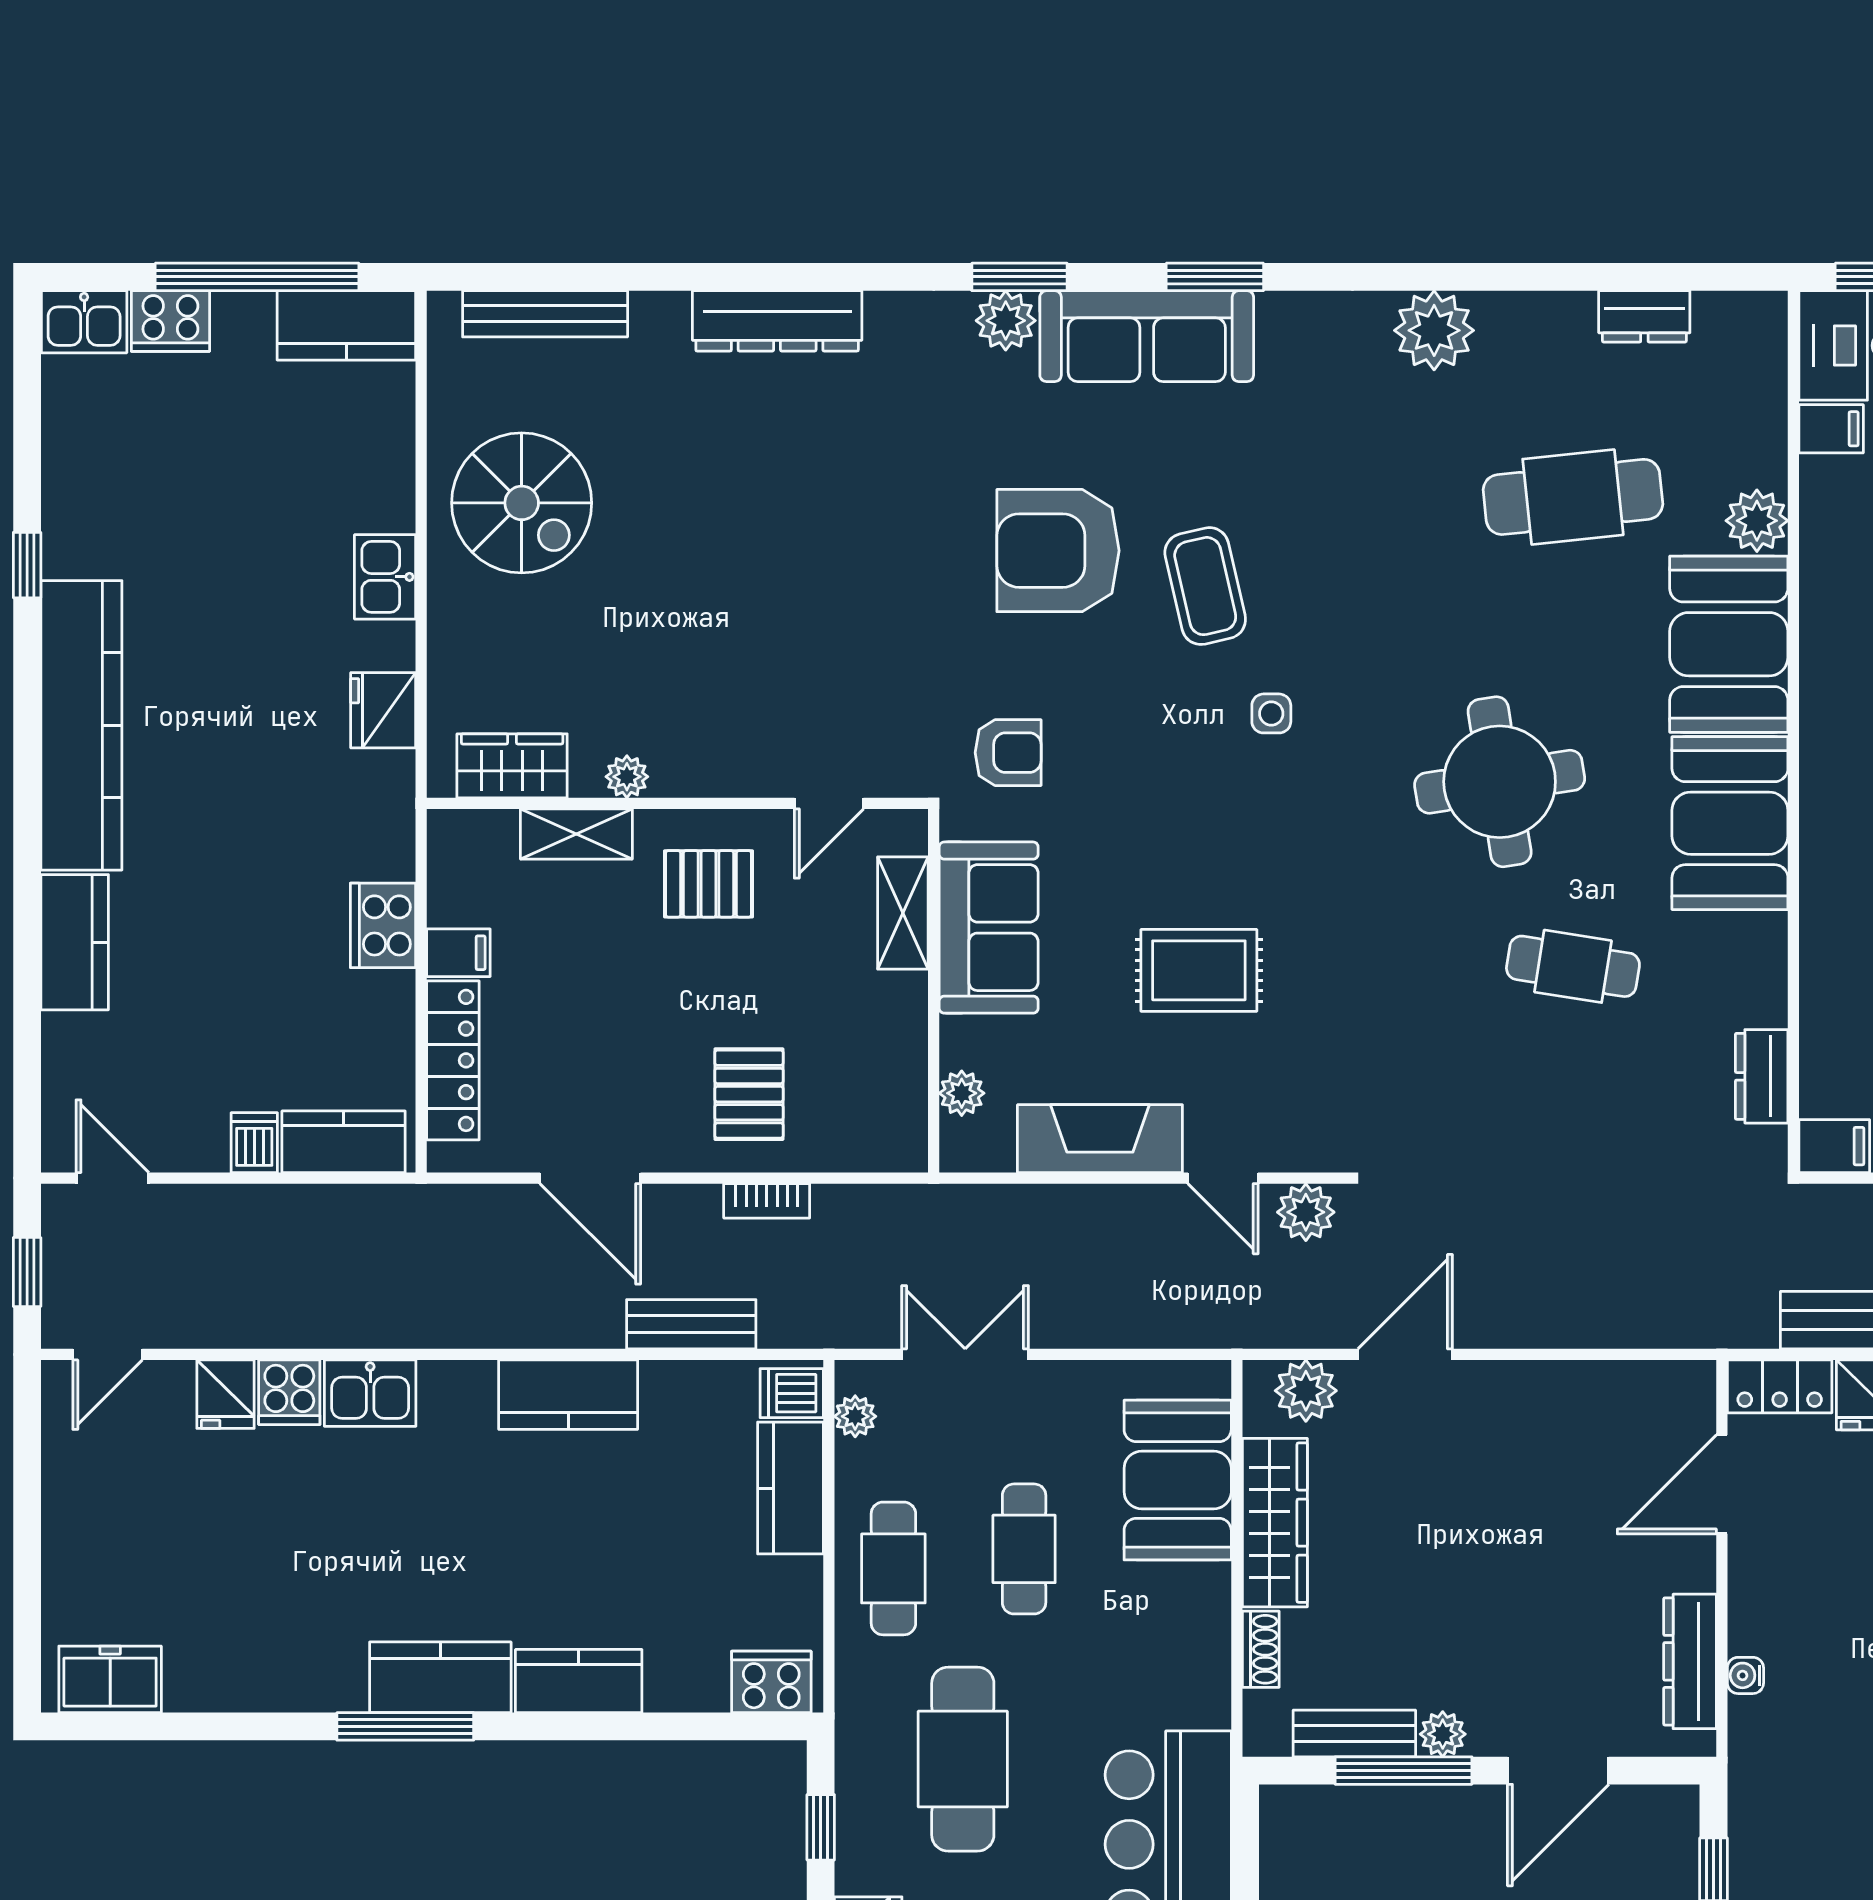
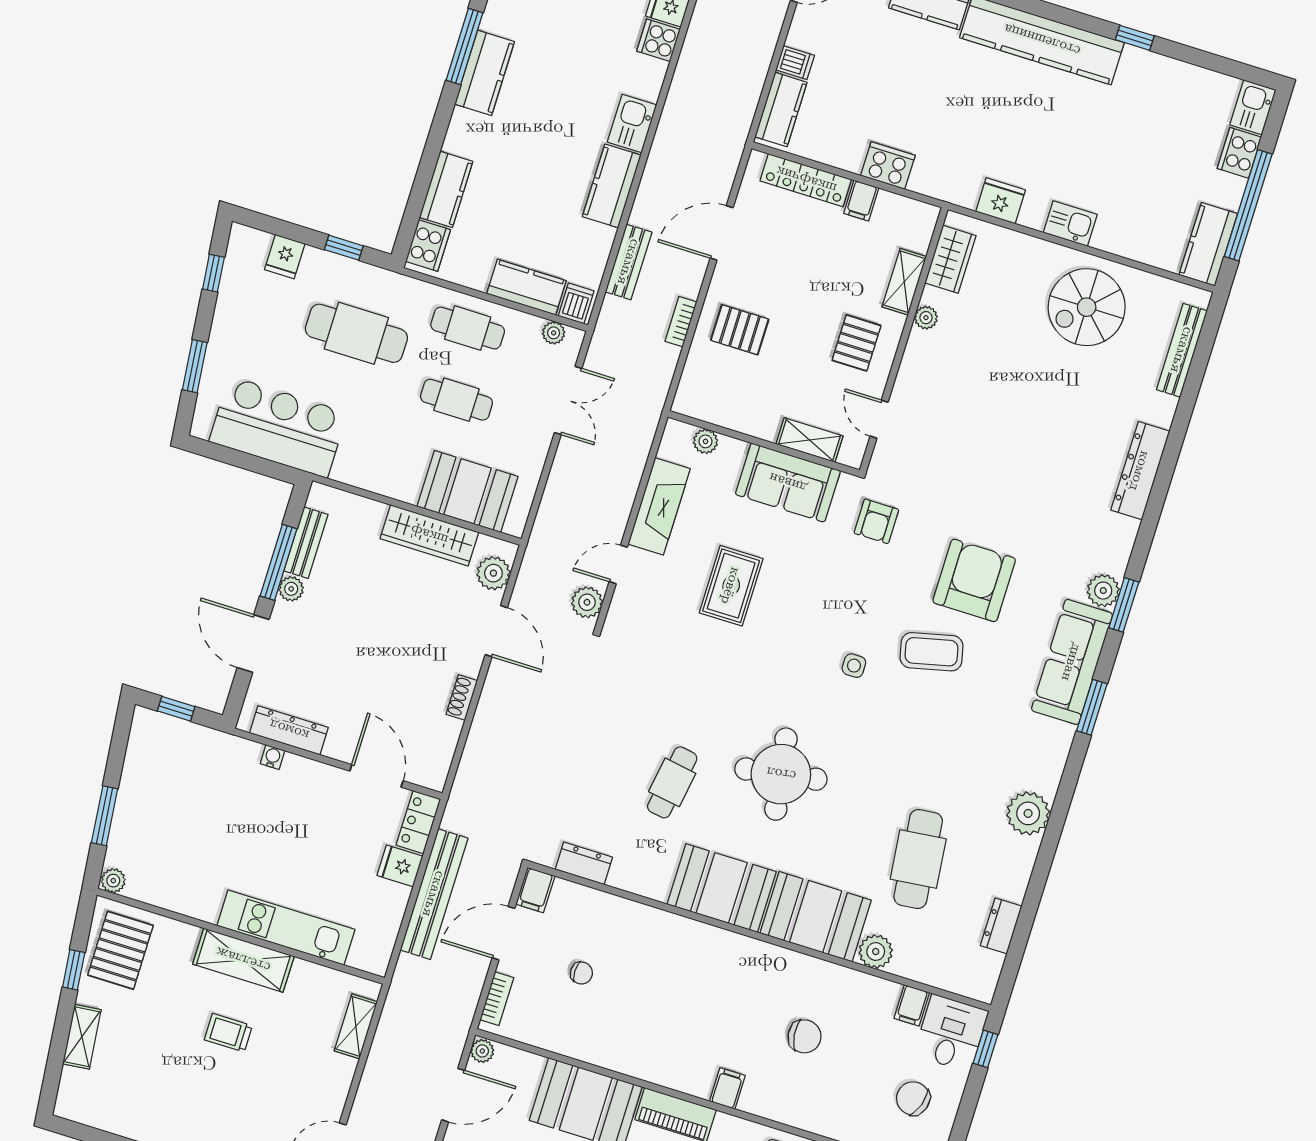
kitchen sink: (370, 1393) -> (632, 124), moved
shoe rack: (1261, 1649) -> (462, 697), moved, turned 90
kitchen counter: (579, 1681) -> (446, 189), moved

